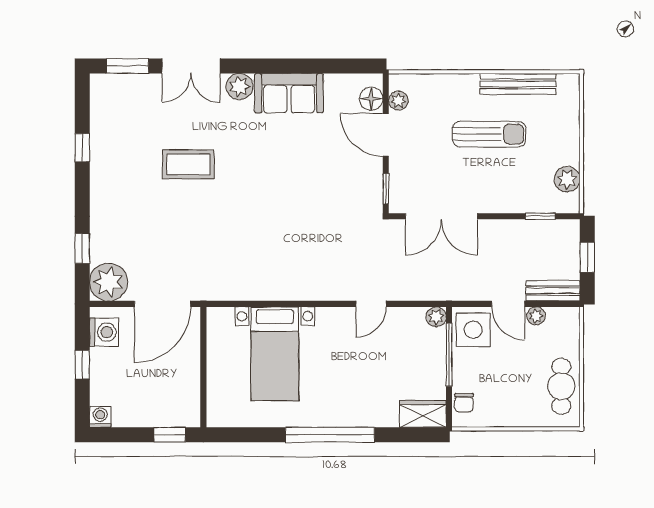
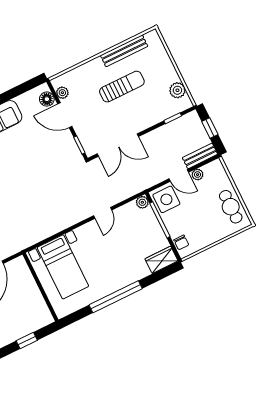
wall: (203, 367) -> (40, 287), moved

